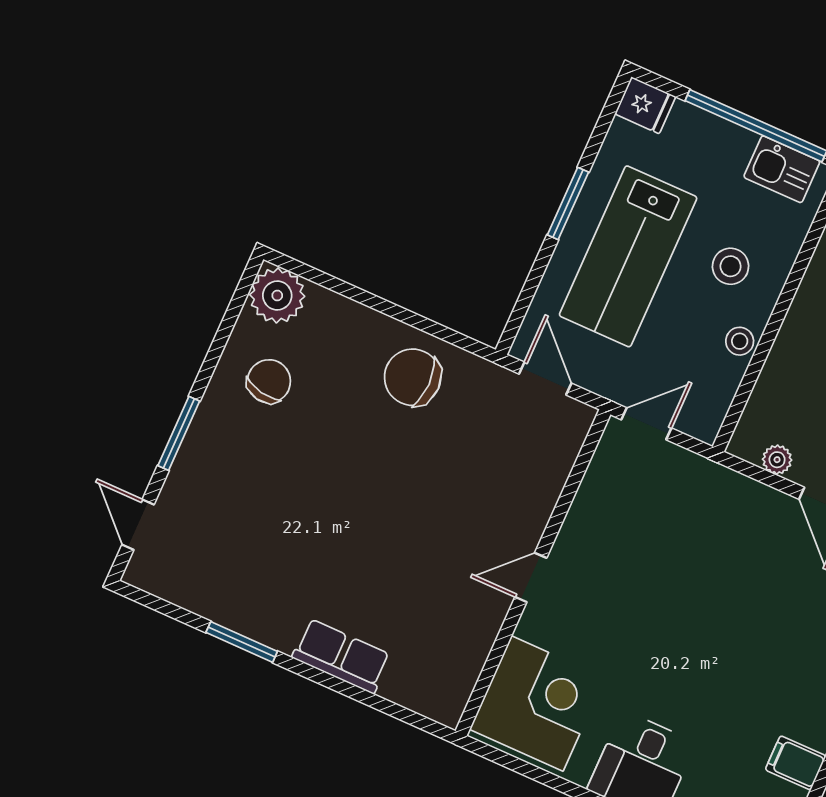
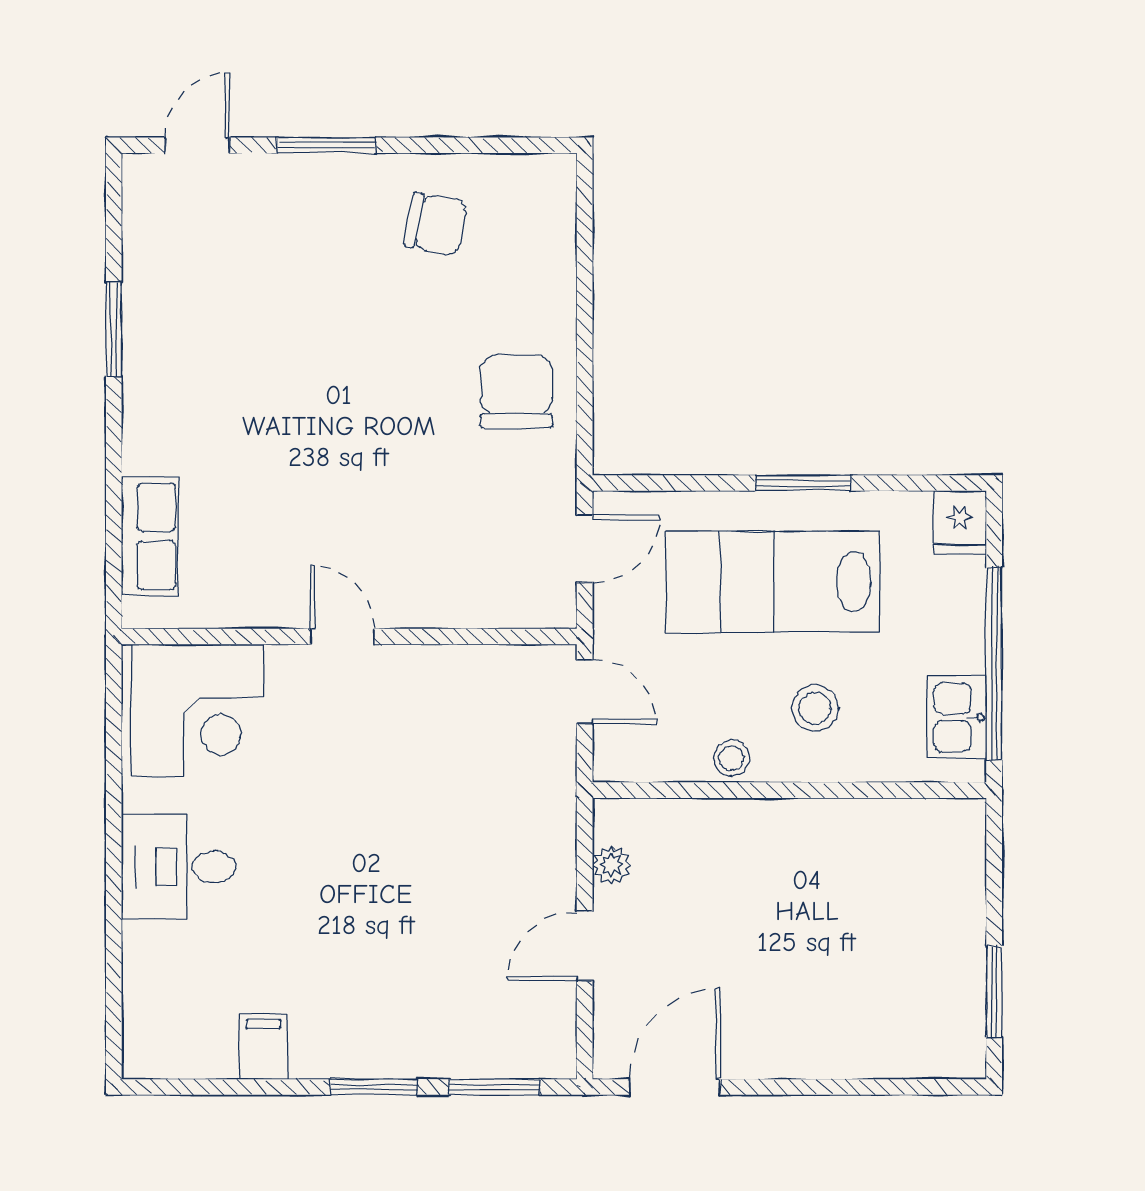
plant: (277, 295) -> (541, 189), removed
row of seats: (341, 656) -> (150, 536), moved

